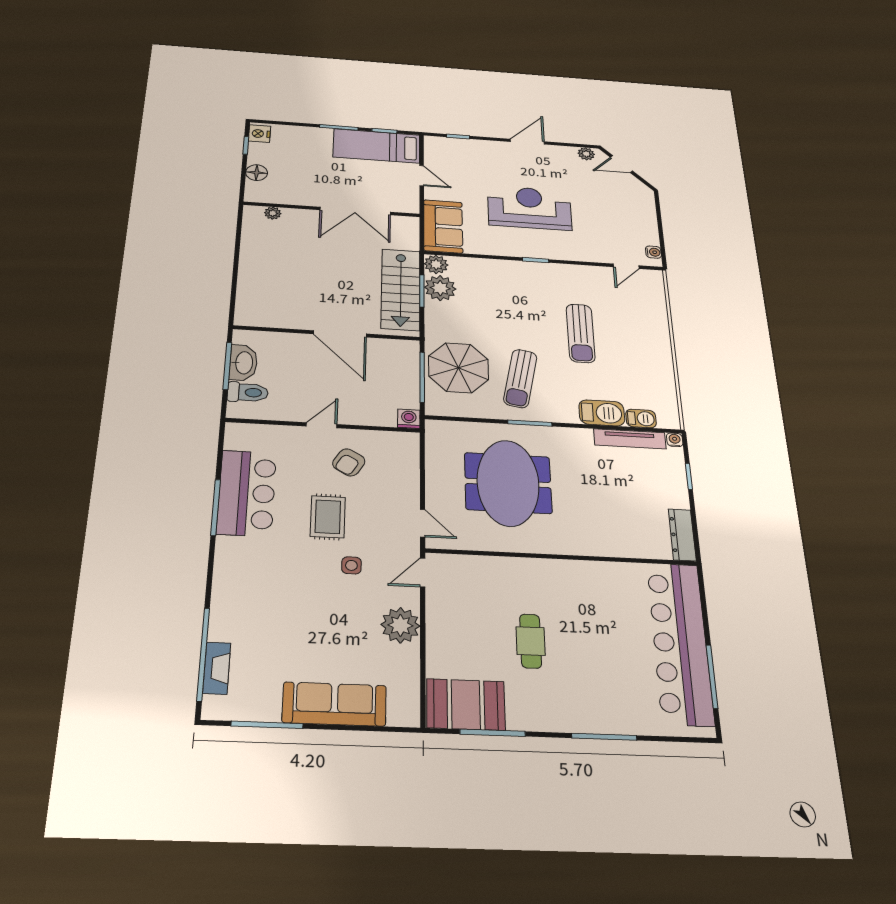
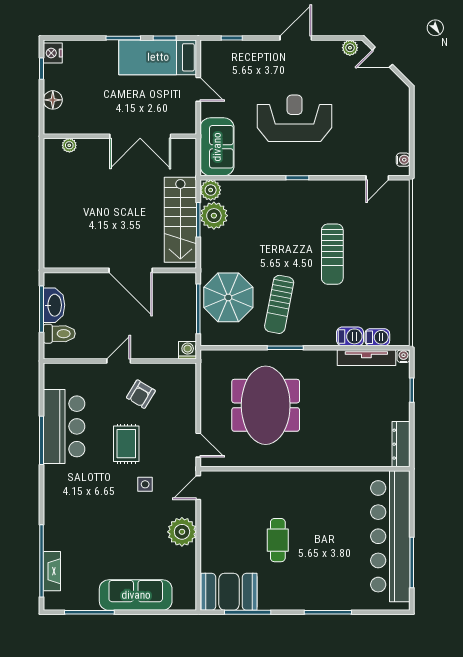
barbecue: (602, 413) -> (350, 336), width x0.73, depth x0.79

